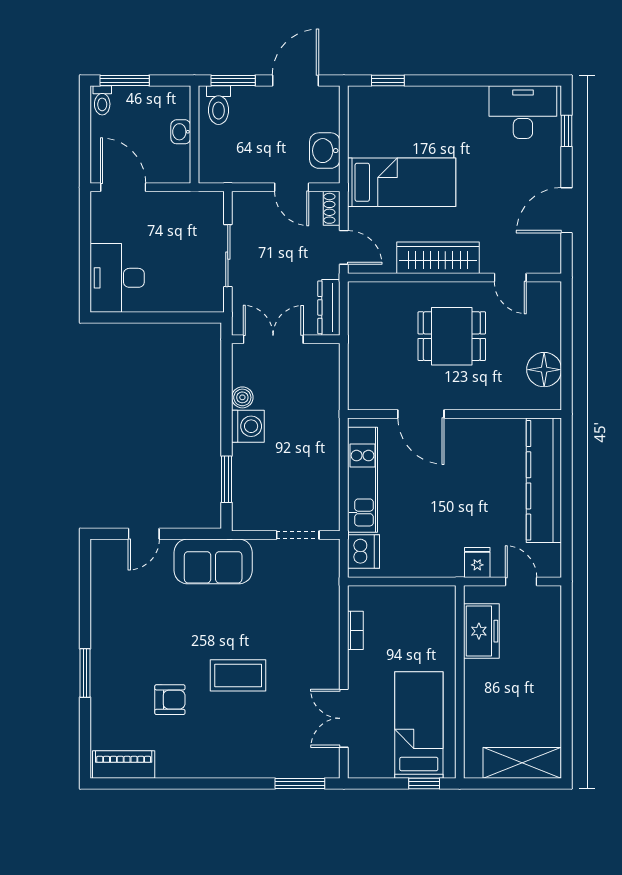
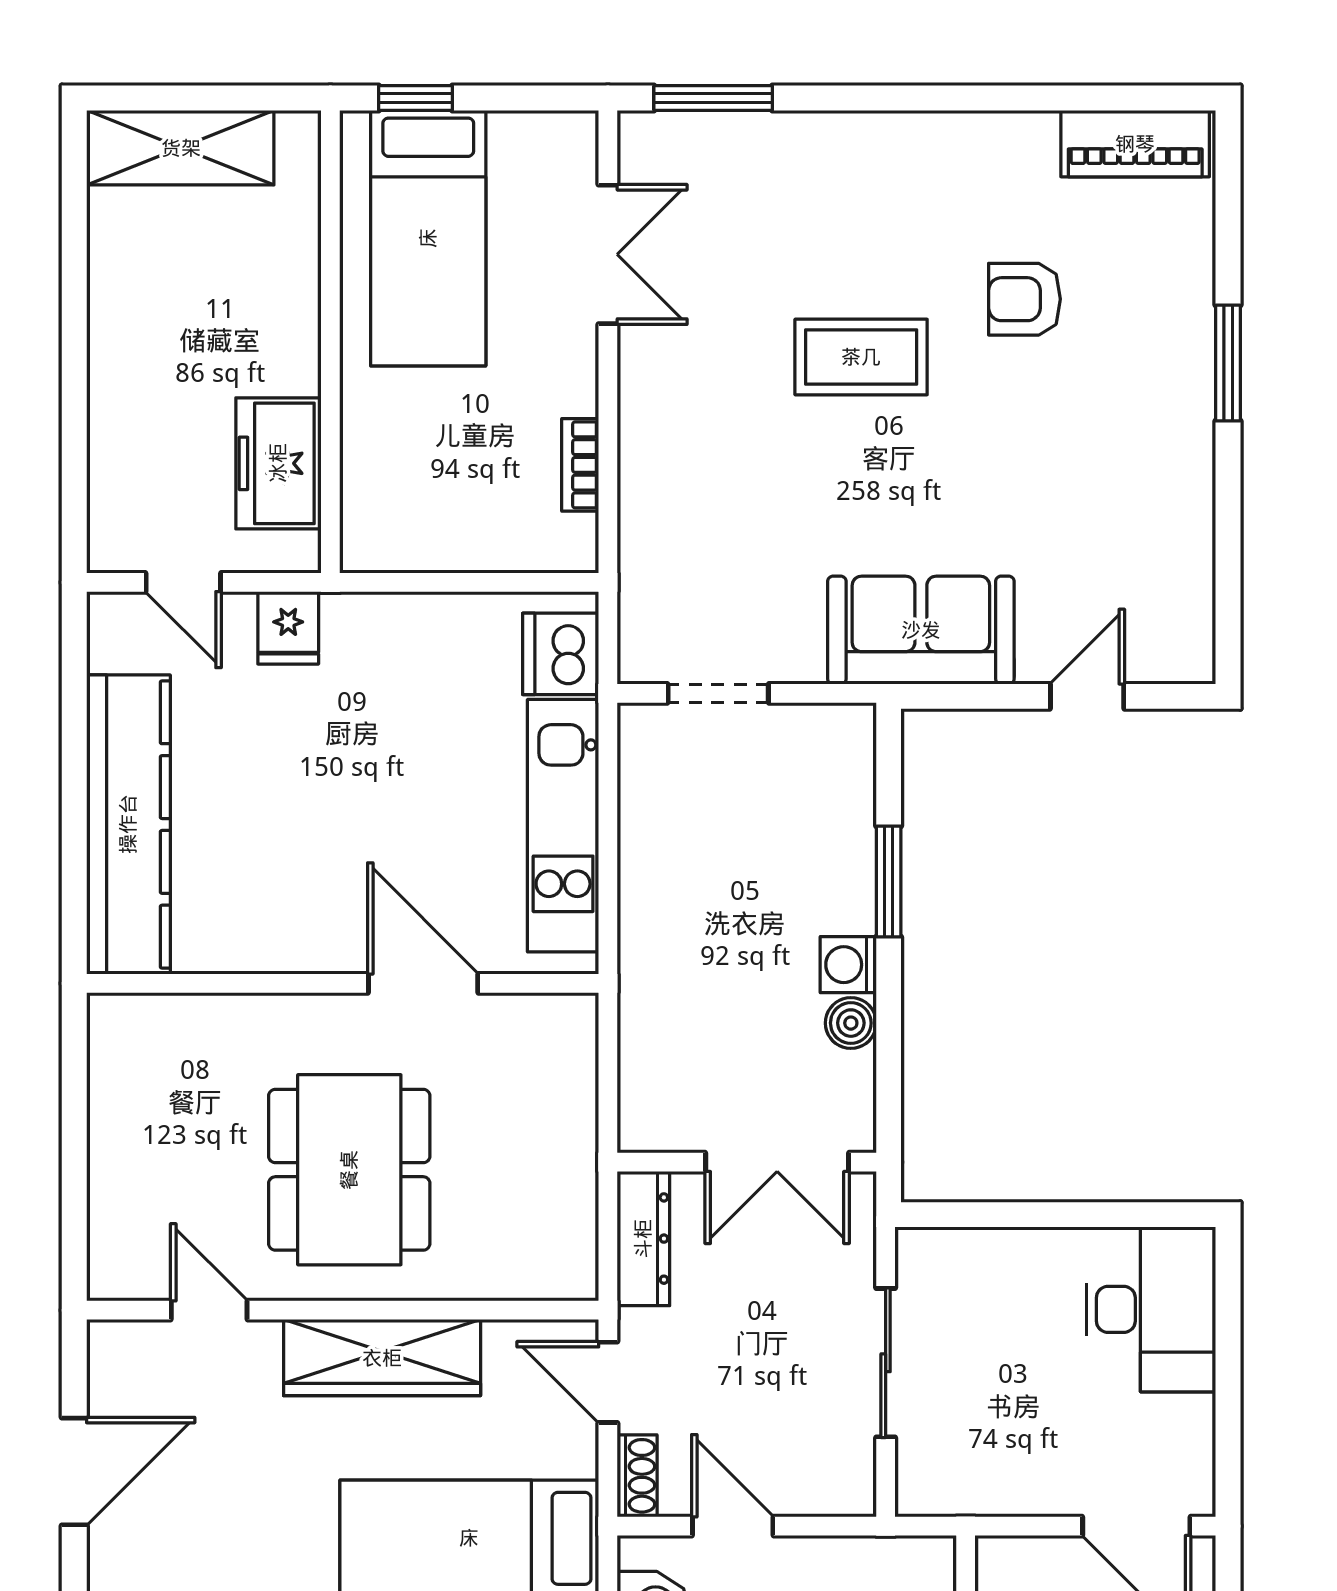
dining table: (452, 336) -> (349, 1170), width x1.38
floor lamp: (544, 370) -> (128, 1090), removed
washing machine: (248, 426) -> (848, 965), width x0.73, depth x0.73
window: (227, 479) -> (889, 881), moved

